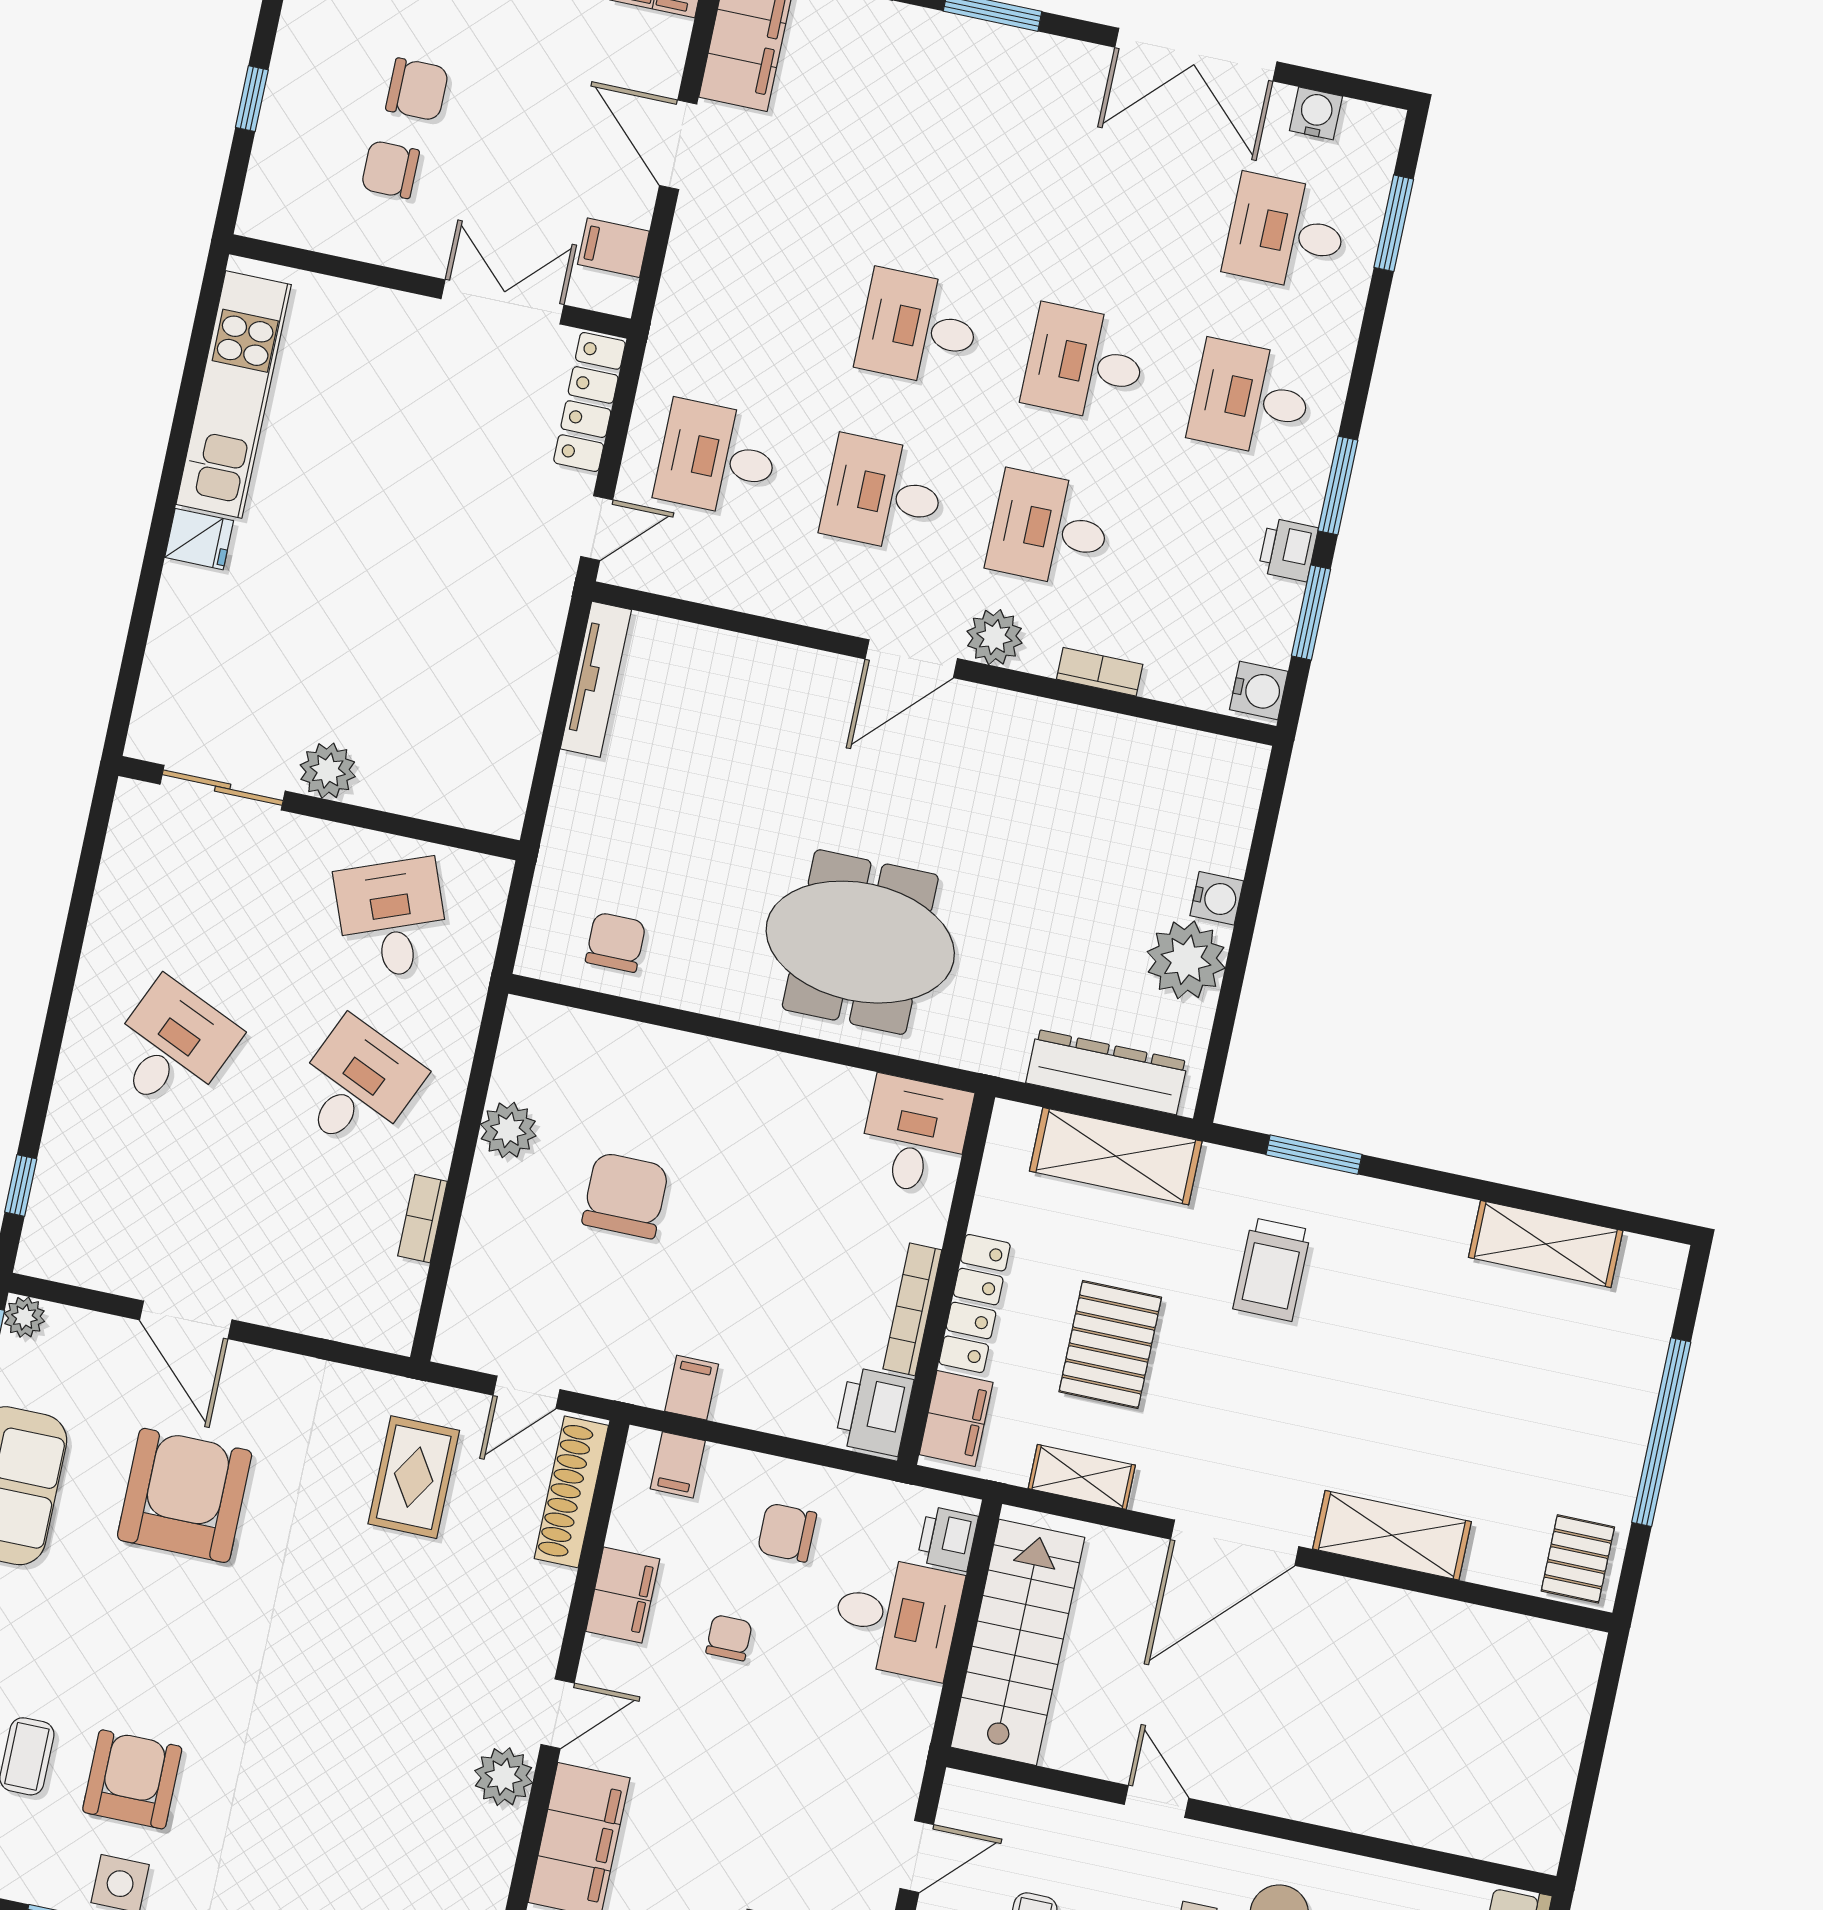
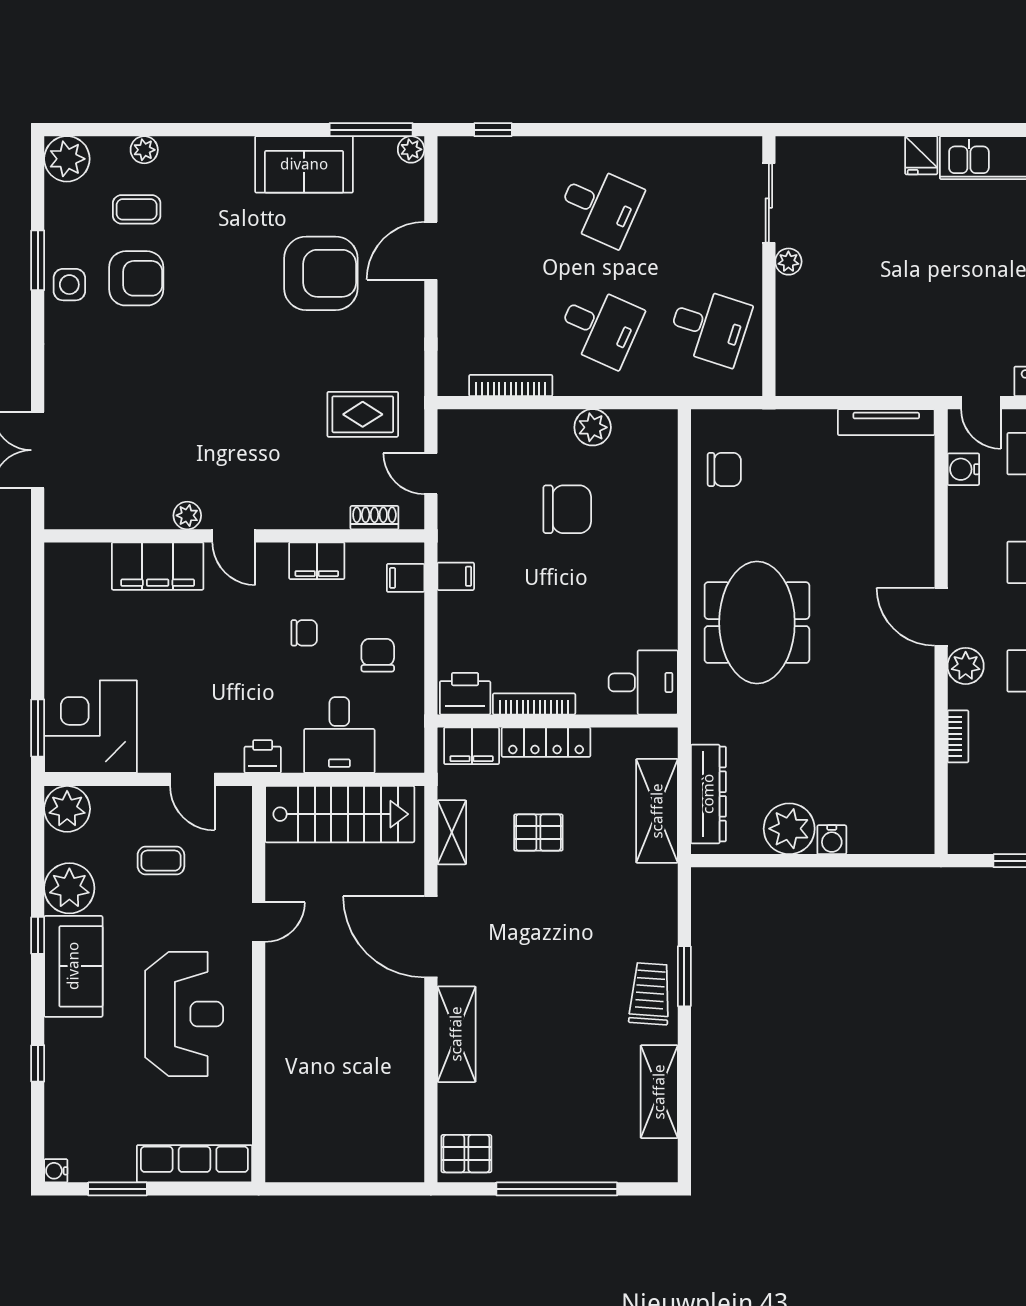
water cooler: (1259, 690) -> (963, 469), moved, turned 90
plant: (328, 771) -> (788, 262), width x0.73, depth x0.73
desk: (392, 919) -> (709, 327), turned 39
window: (1314, 1155) -> (684, 976), moved
bookcase: (423, 1219) -> (511, 385), width x1.56
trolley: (1272, 1269) -> (650, 994), moved, turned 94
pallet: (1110, 1345) -> (538, 833), width x0.67, depth x0.71
shoe rack: (571, 1492) -> (374, 518), width x0.51, depth x0.81
printer: (948, 1539) -> (263, 756), moved
plant: (504, 1777) -> (187, 515), width x0.73, depth x0.73

